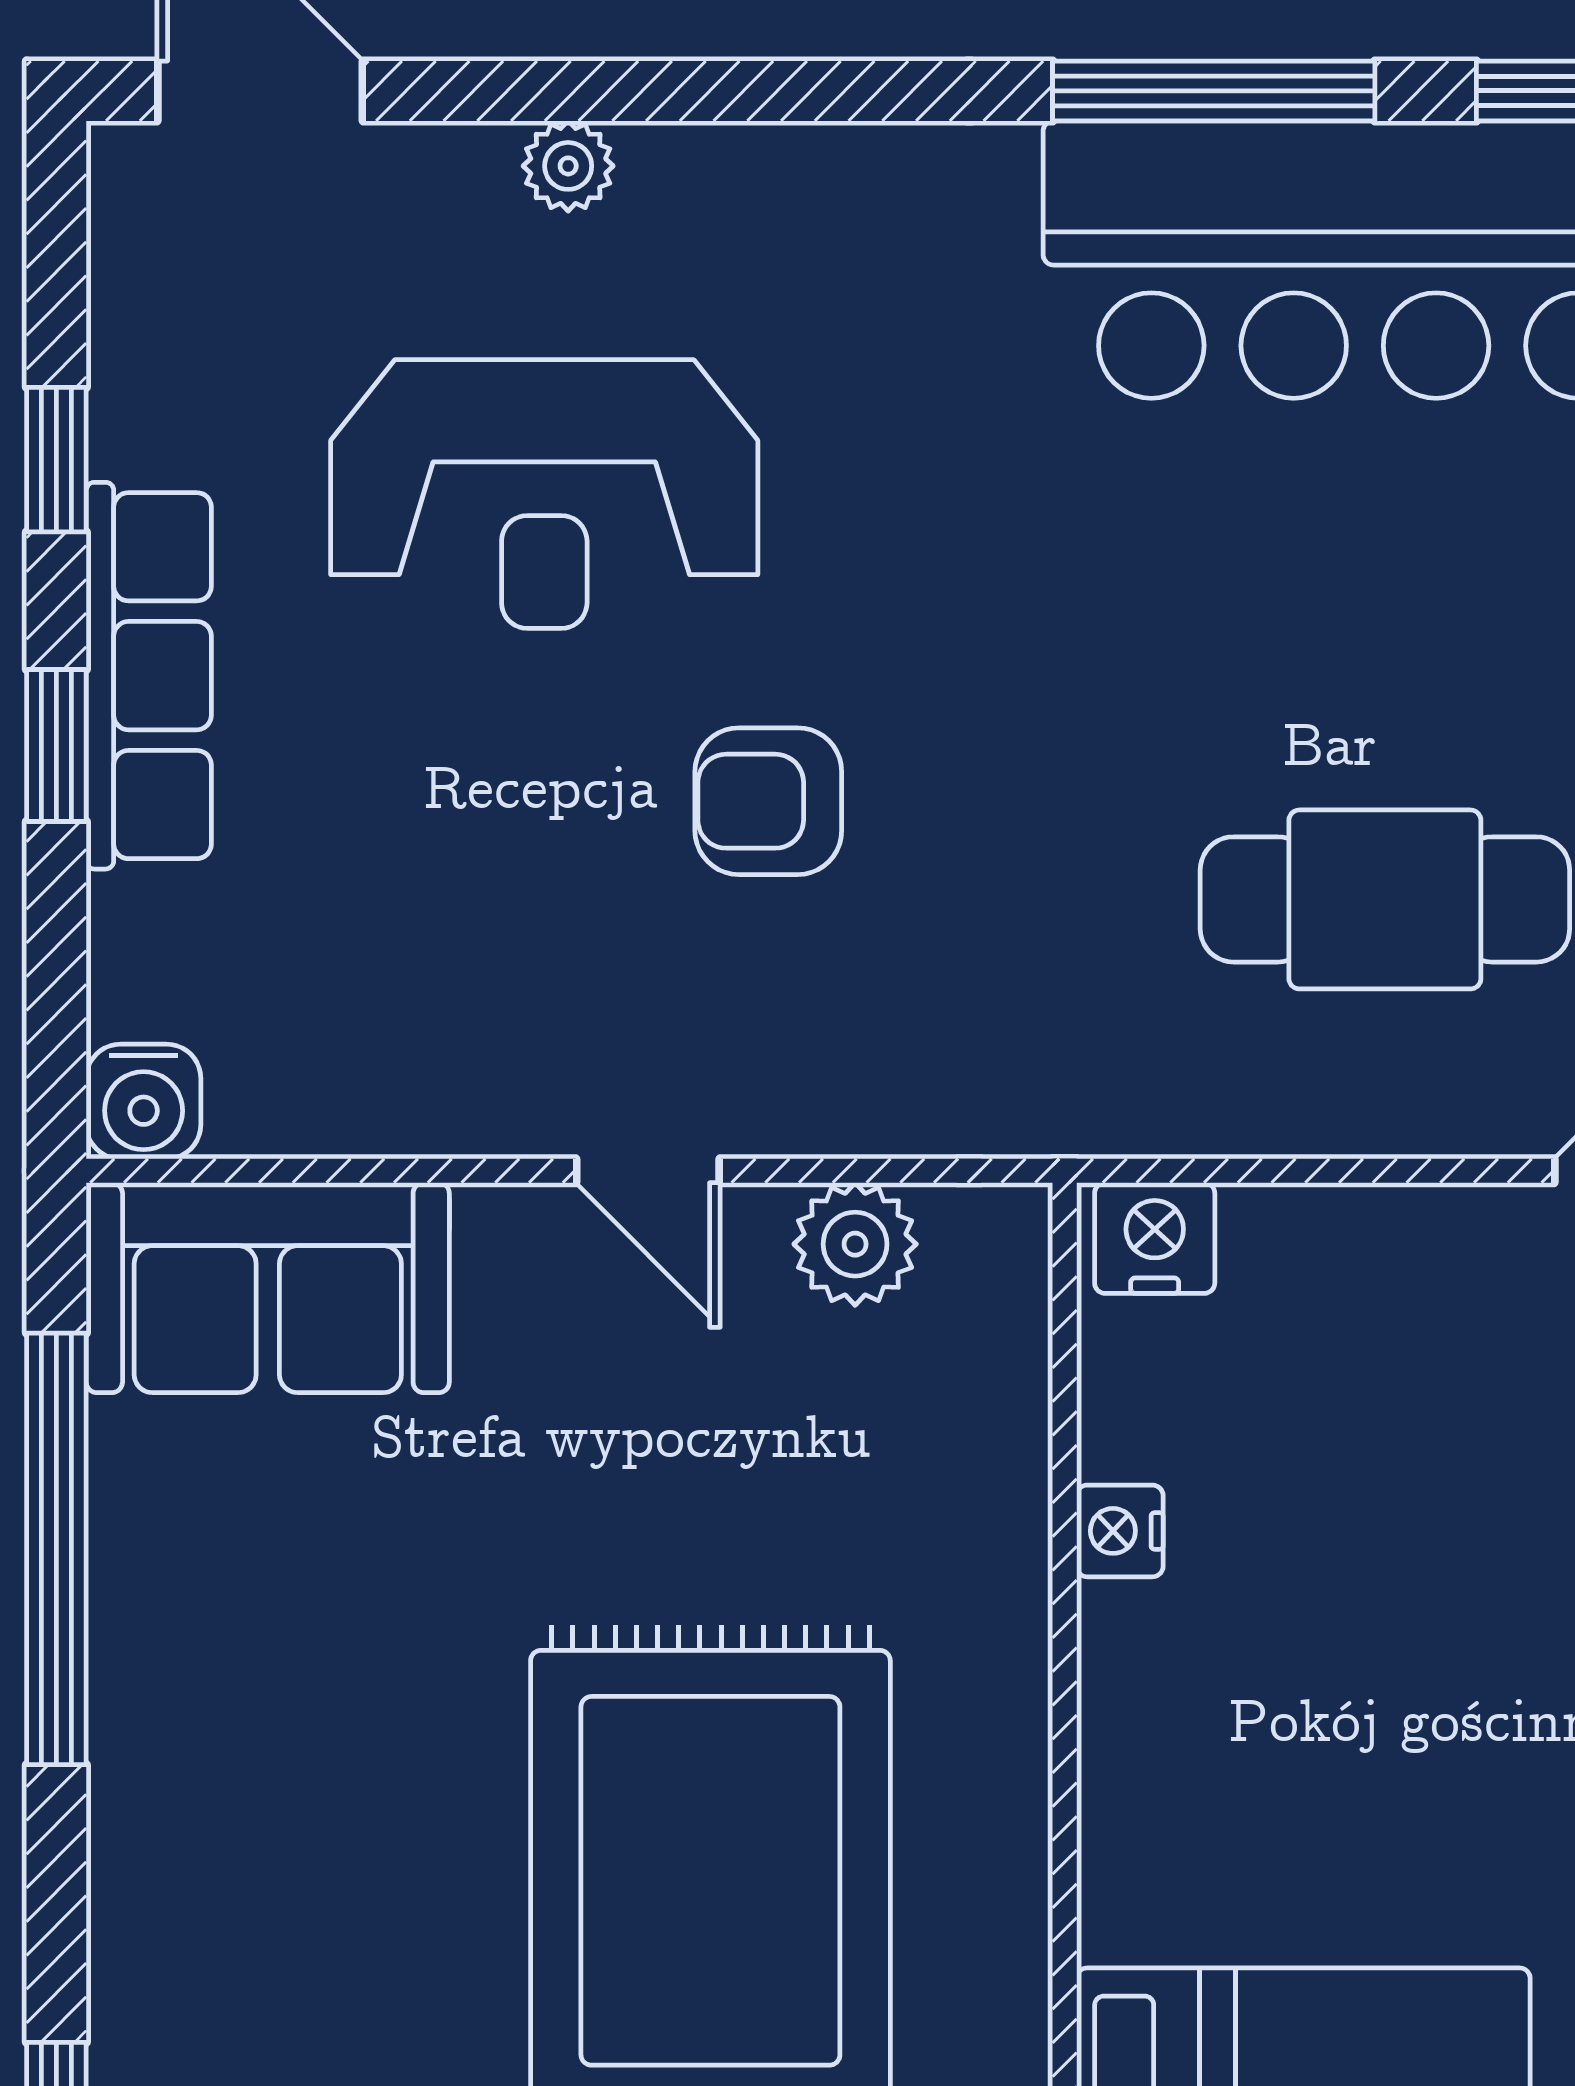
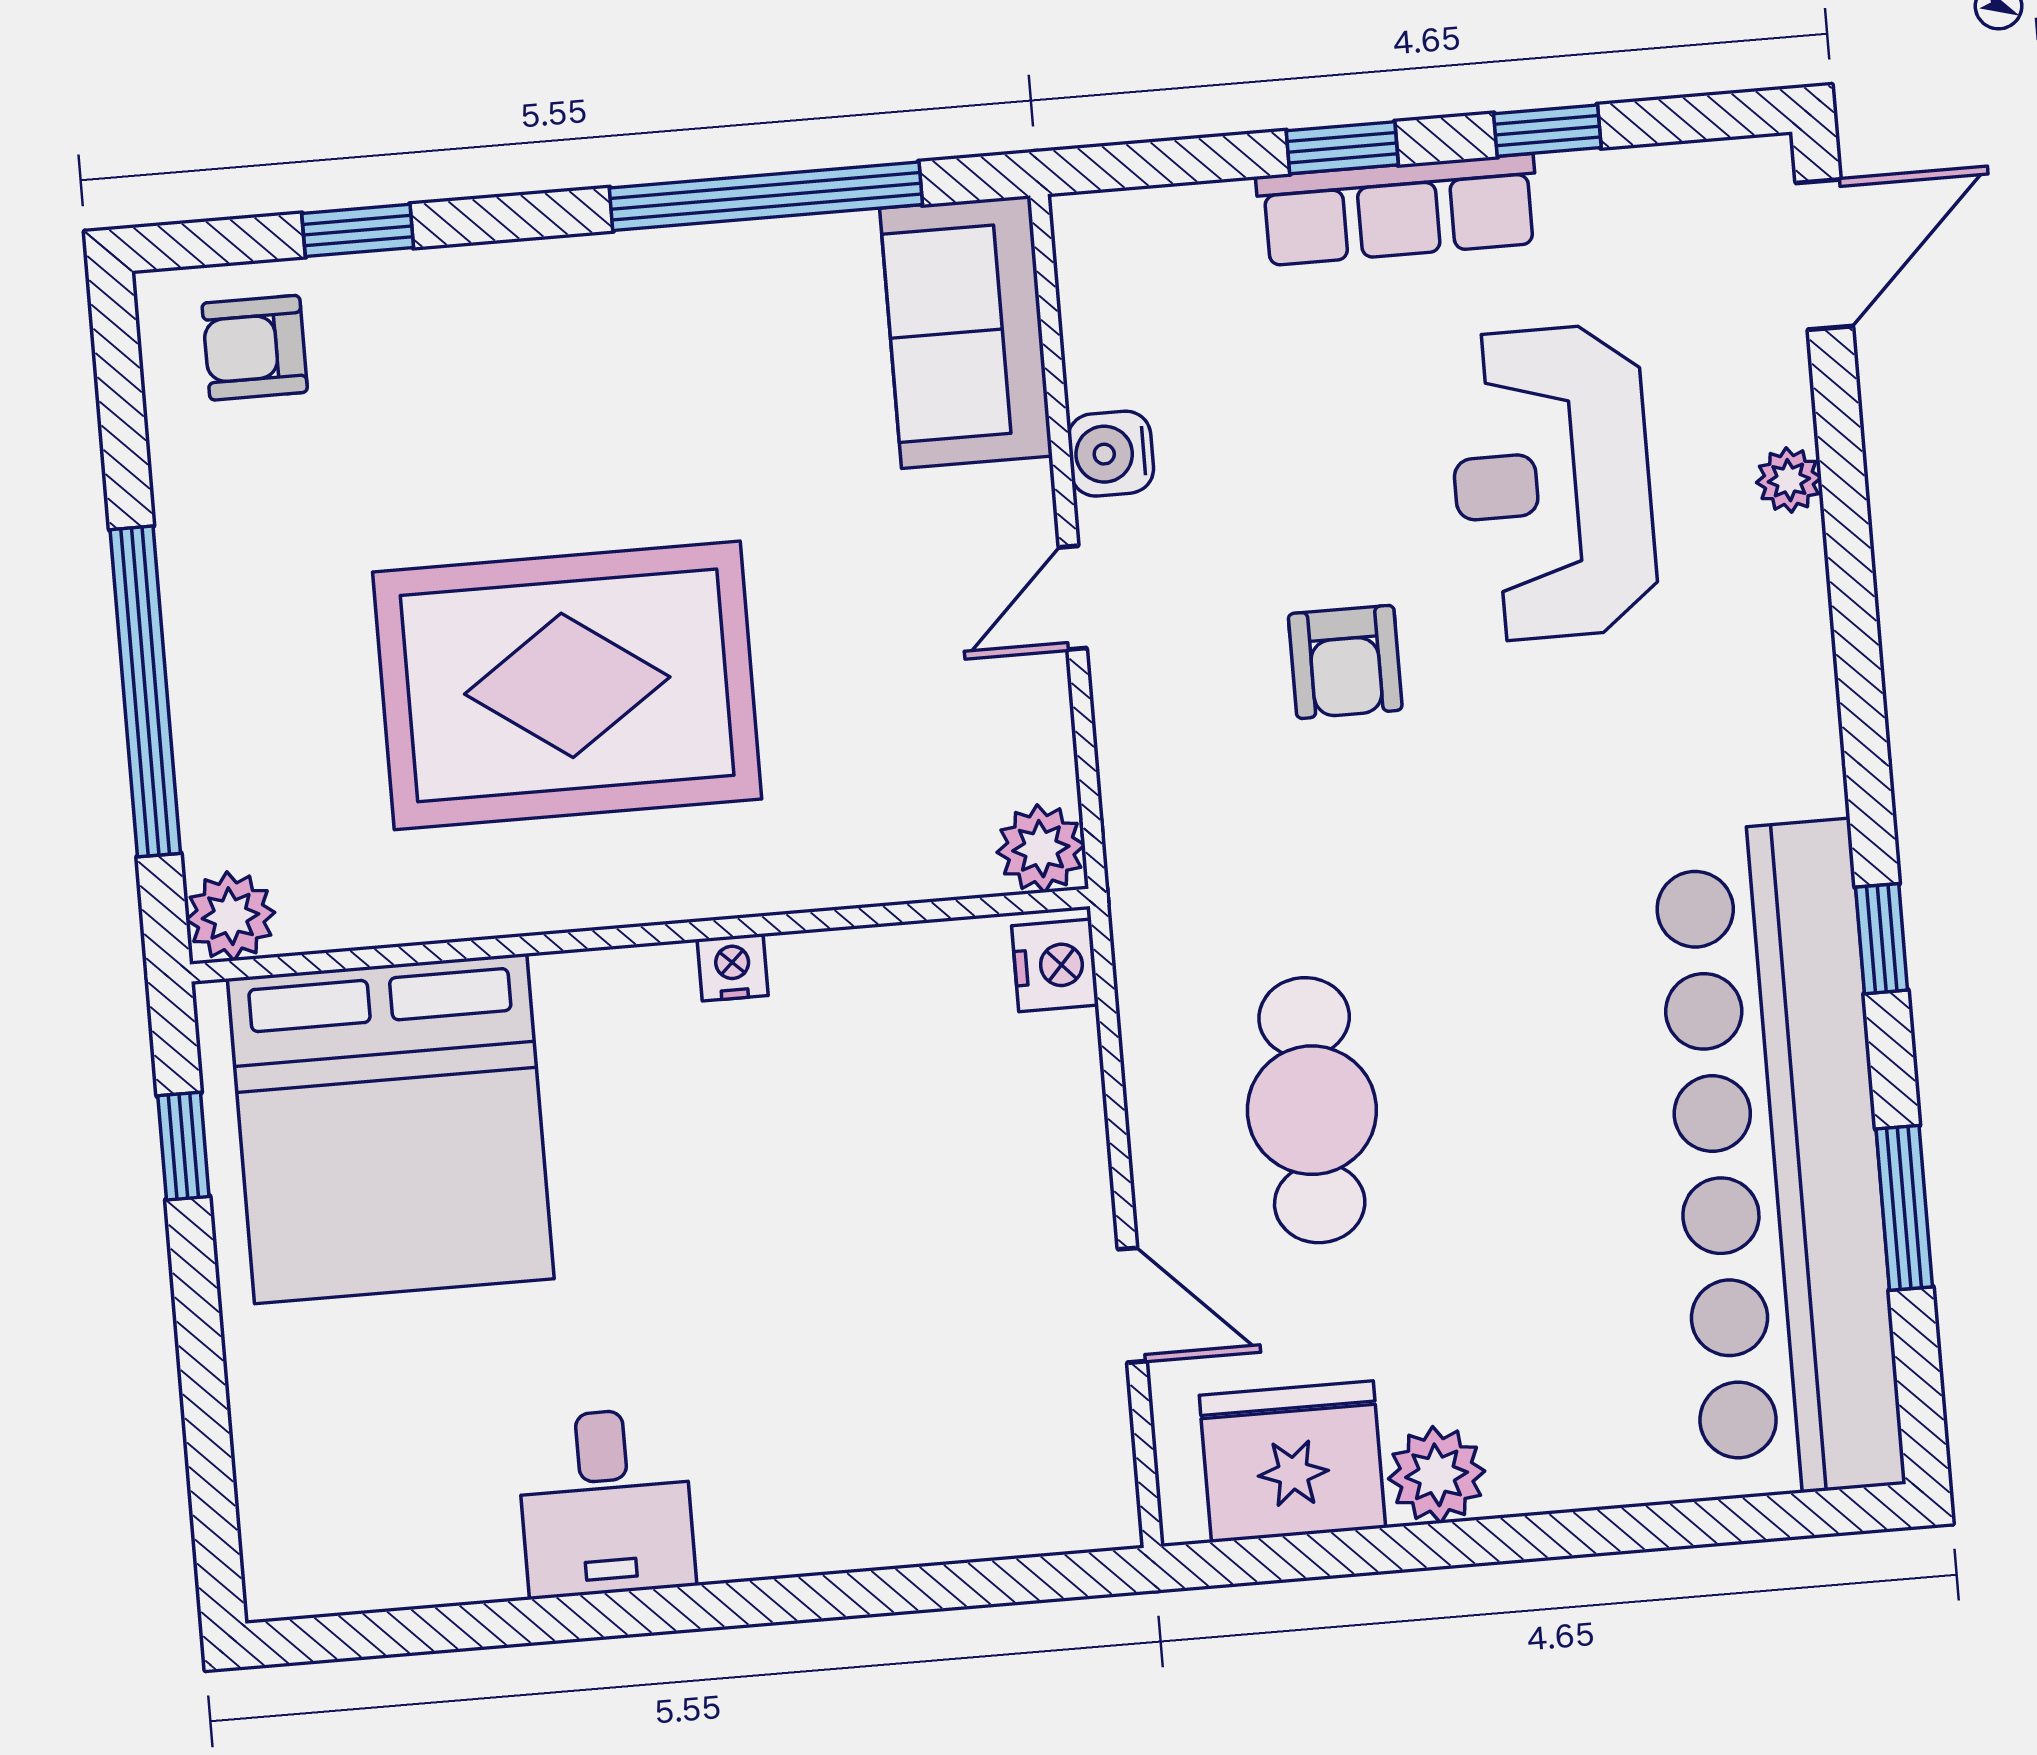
window: (1214, 91) -> (1882, 939), width x0.46
armchair: (768, 801) -> (1345, 662), turned 180
water cooler: (144, 1102) -> (1111, 454), moved
plant: (855, 1244) -> (1041, 849), moved
nightstand: (1120, 1531) -> (733, 967), moved

